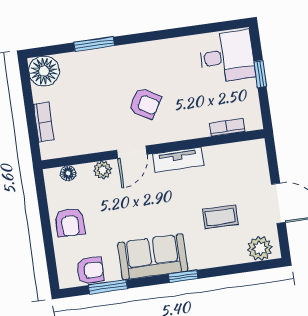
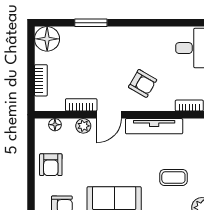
armchair: (145, 103) -> (143, 83), moved
bookcase: (96, 145) -> (81, 105), added
tv unit: (178, 160) -> (154, 126), width x1.41

